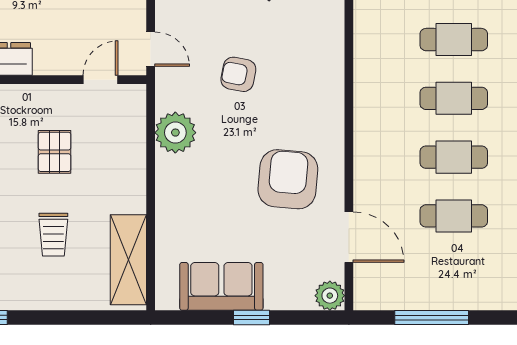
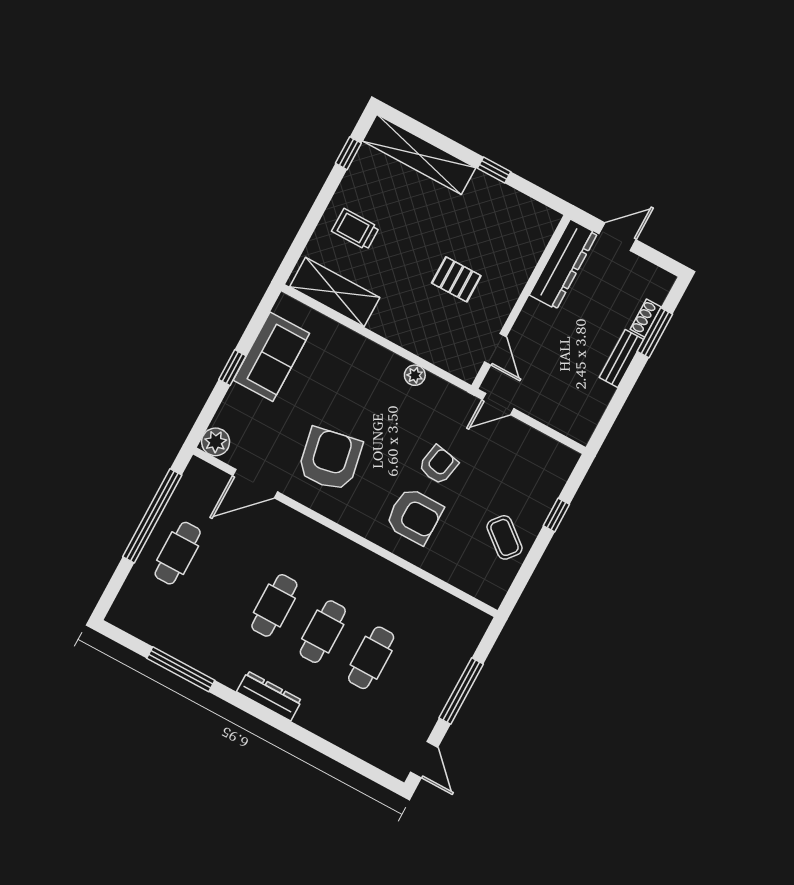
armchair: (298, 71) -> (414, 516), added
plant: (175, 133) -> (415, 375), width x0.53, depth x0.53
armchair: (288, 179) -> (330, 459), turned -106
cafe table: (454, 216) -> (178, 553), moved
trolley: (53, 235) -> (355, 229), moved
window: (432, 318) -> (152, 516), width x1.46

